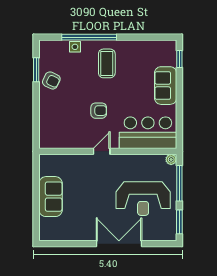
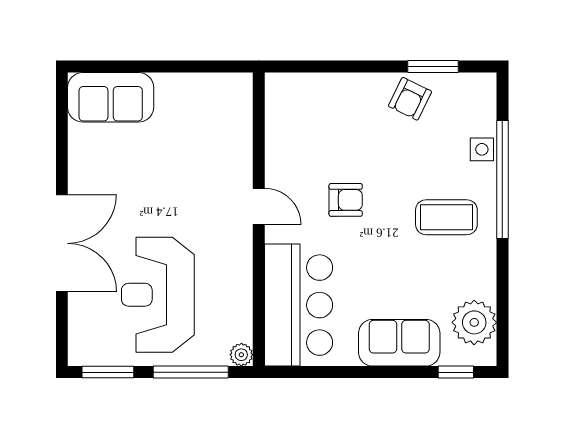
plant: (156, 50) -> (474, 322), added
armchair: (99, 111) -> (346, 200), turned -90
sofa: (51, 197) -> (111, 97), moved

